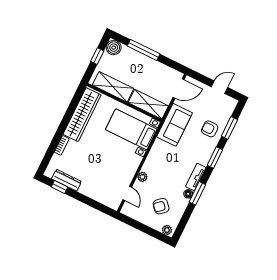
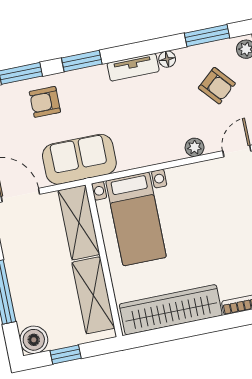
armchair: (210, 129) -> (45, 102), turned 90
window: (197, 193) -> (207, 36), moved

